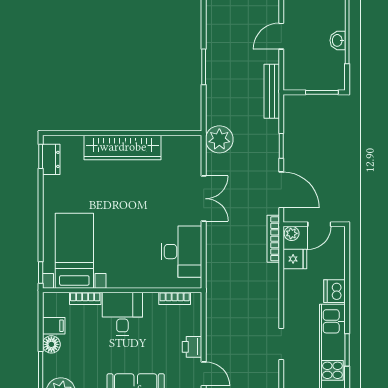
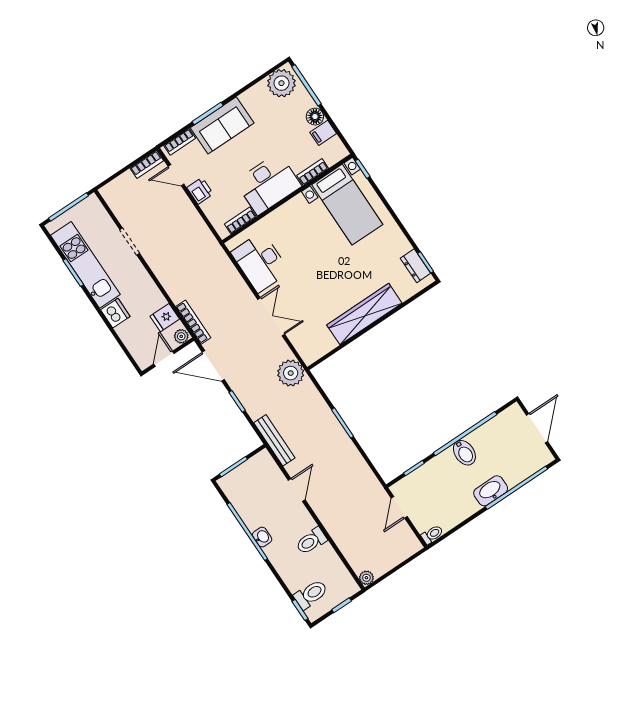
washbasin: (338, 40) -> (262, 537), moved
double door: (204, 199) -> (271, 317), swing flipped
desk: (122, 314) -> (268, 184), width x1.37

